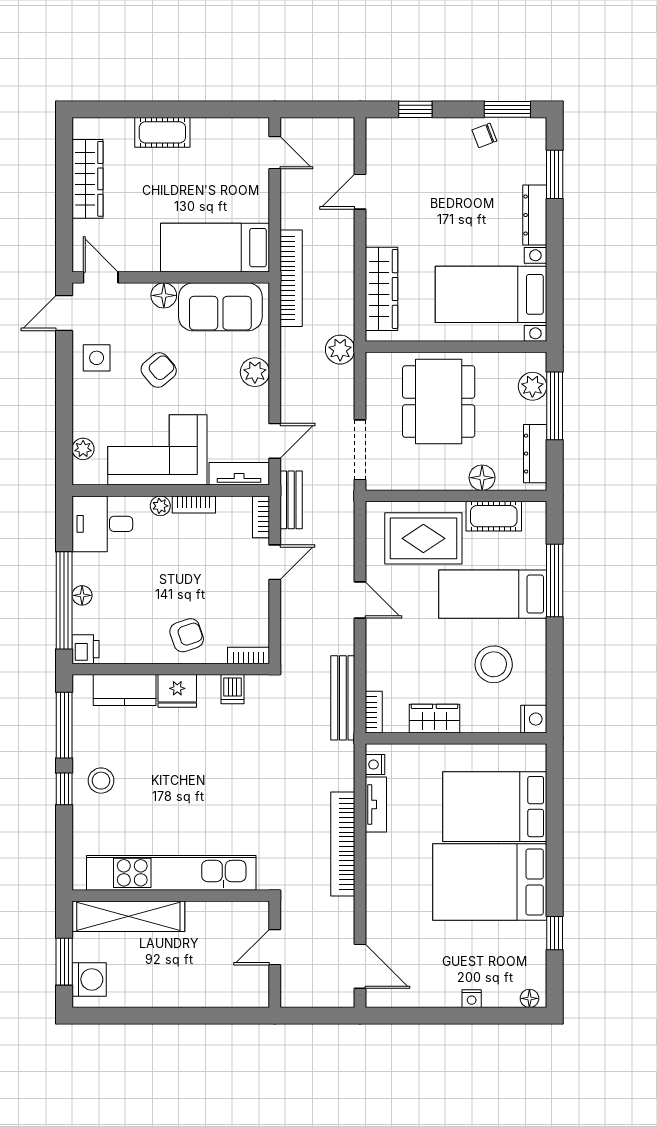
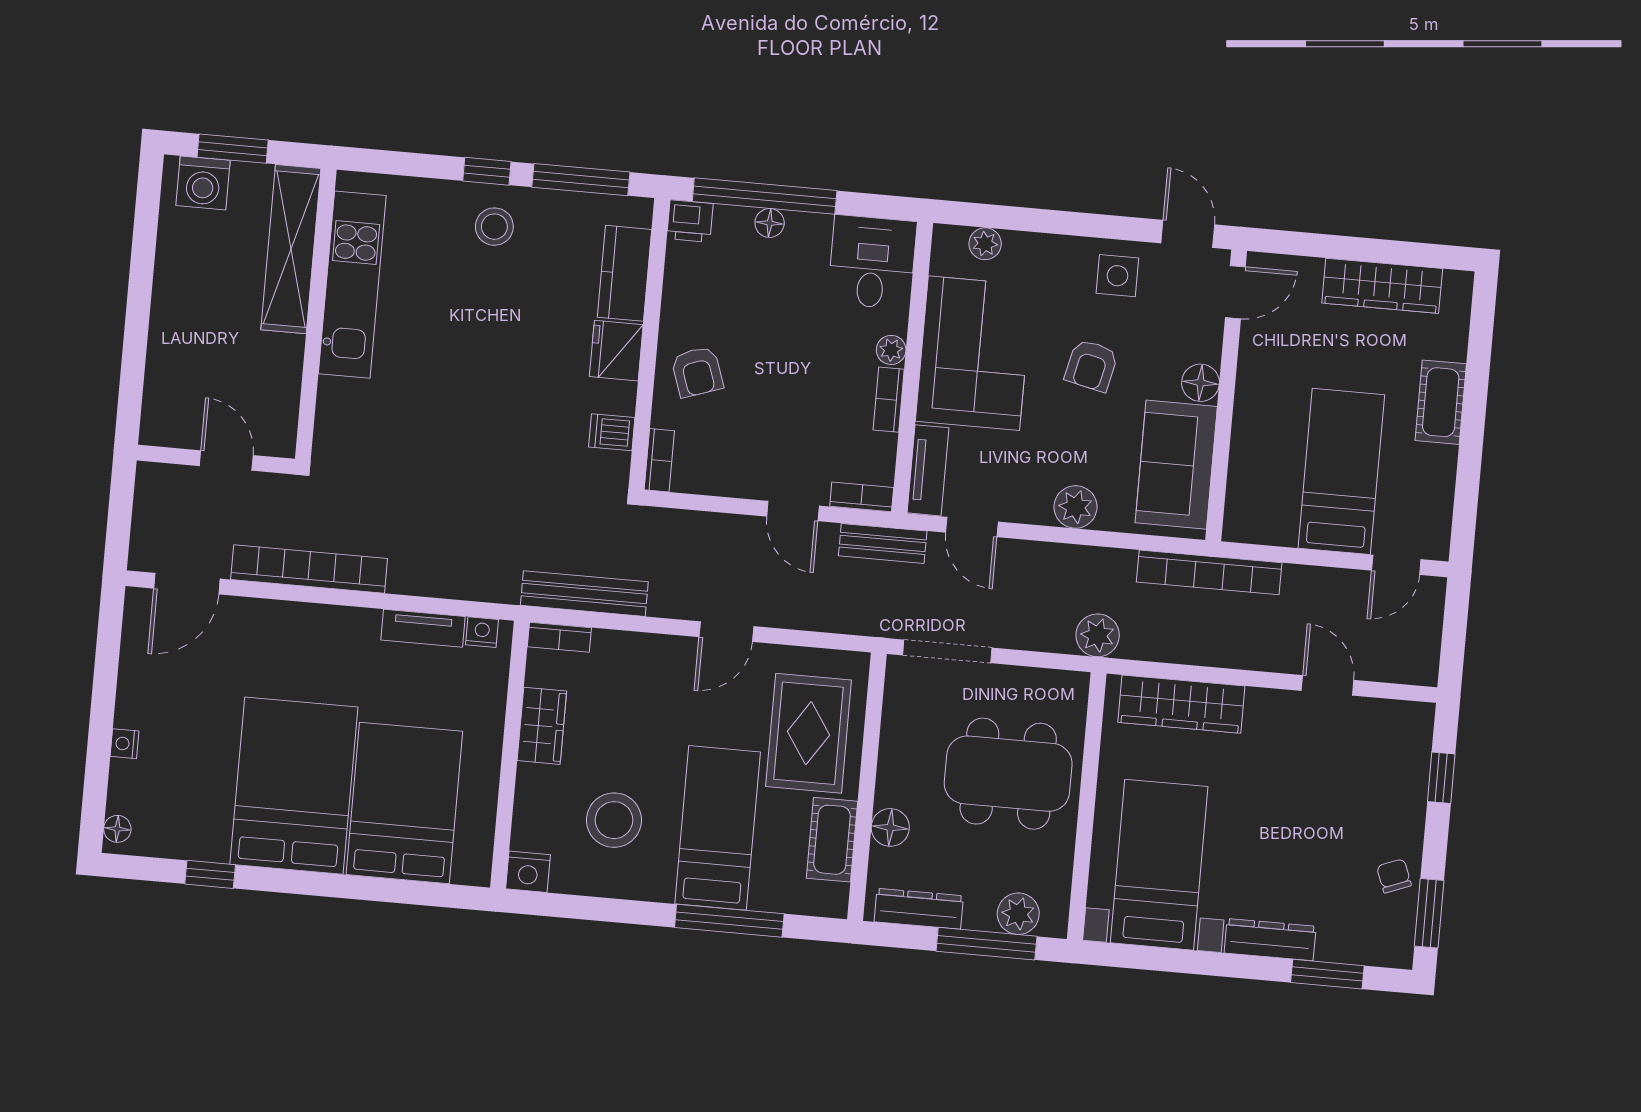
bed: (215, 248) -> (1341, 471), moved
armchair: (159, 370) -> (1091, 365), turned 53
bookcase: (343, 844) -> (309, 569), moved
kitchen unit: (171, 873) -> (352, 285), width x0.73

